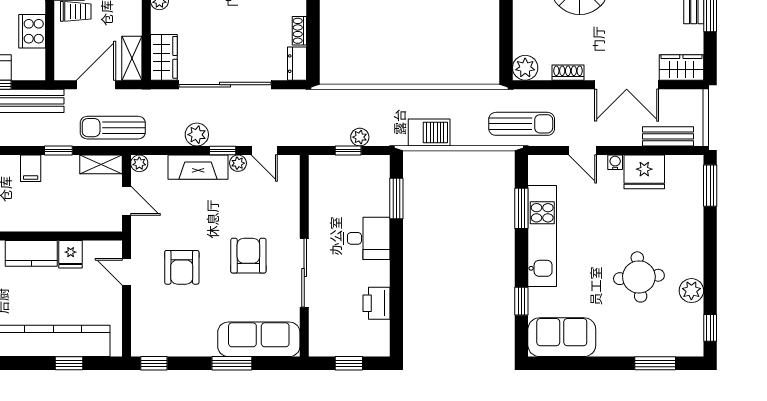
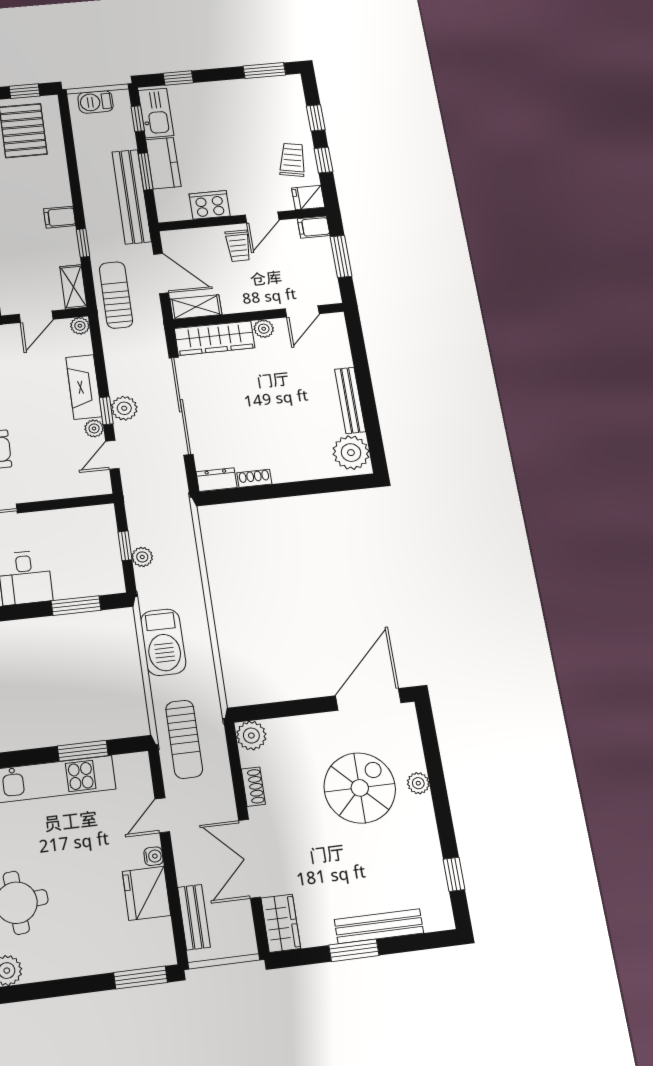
wardrobe: (164, 57) -> (215, 338), width x1.50
barbecue: (429, 133) -> (163, 642), width x1.37, depth x1.21
plant: (197, 135) -> (124, 408), moved

